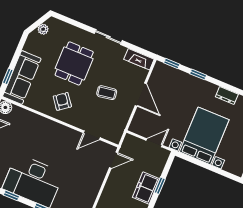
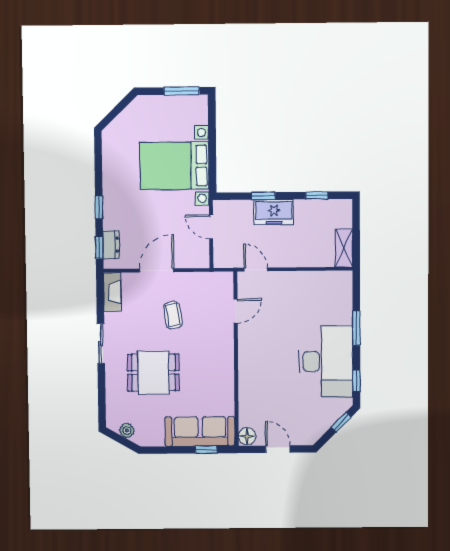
dresser: (227, 95) -> (111, 245), moved
armchair: (62, 101) -> (208, 367), removed
door: (92, 135) -> (236, 311), hinge flipped

